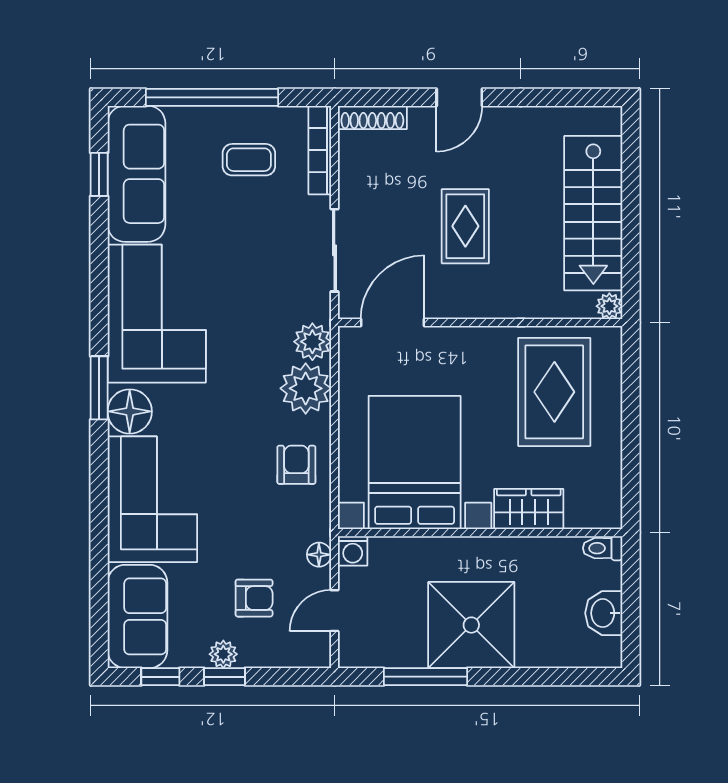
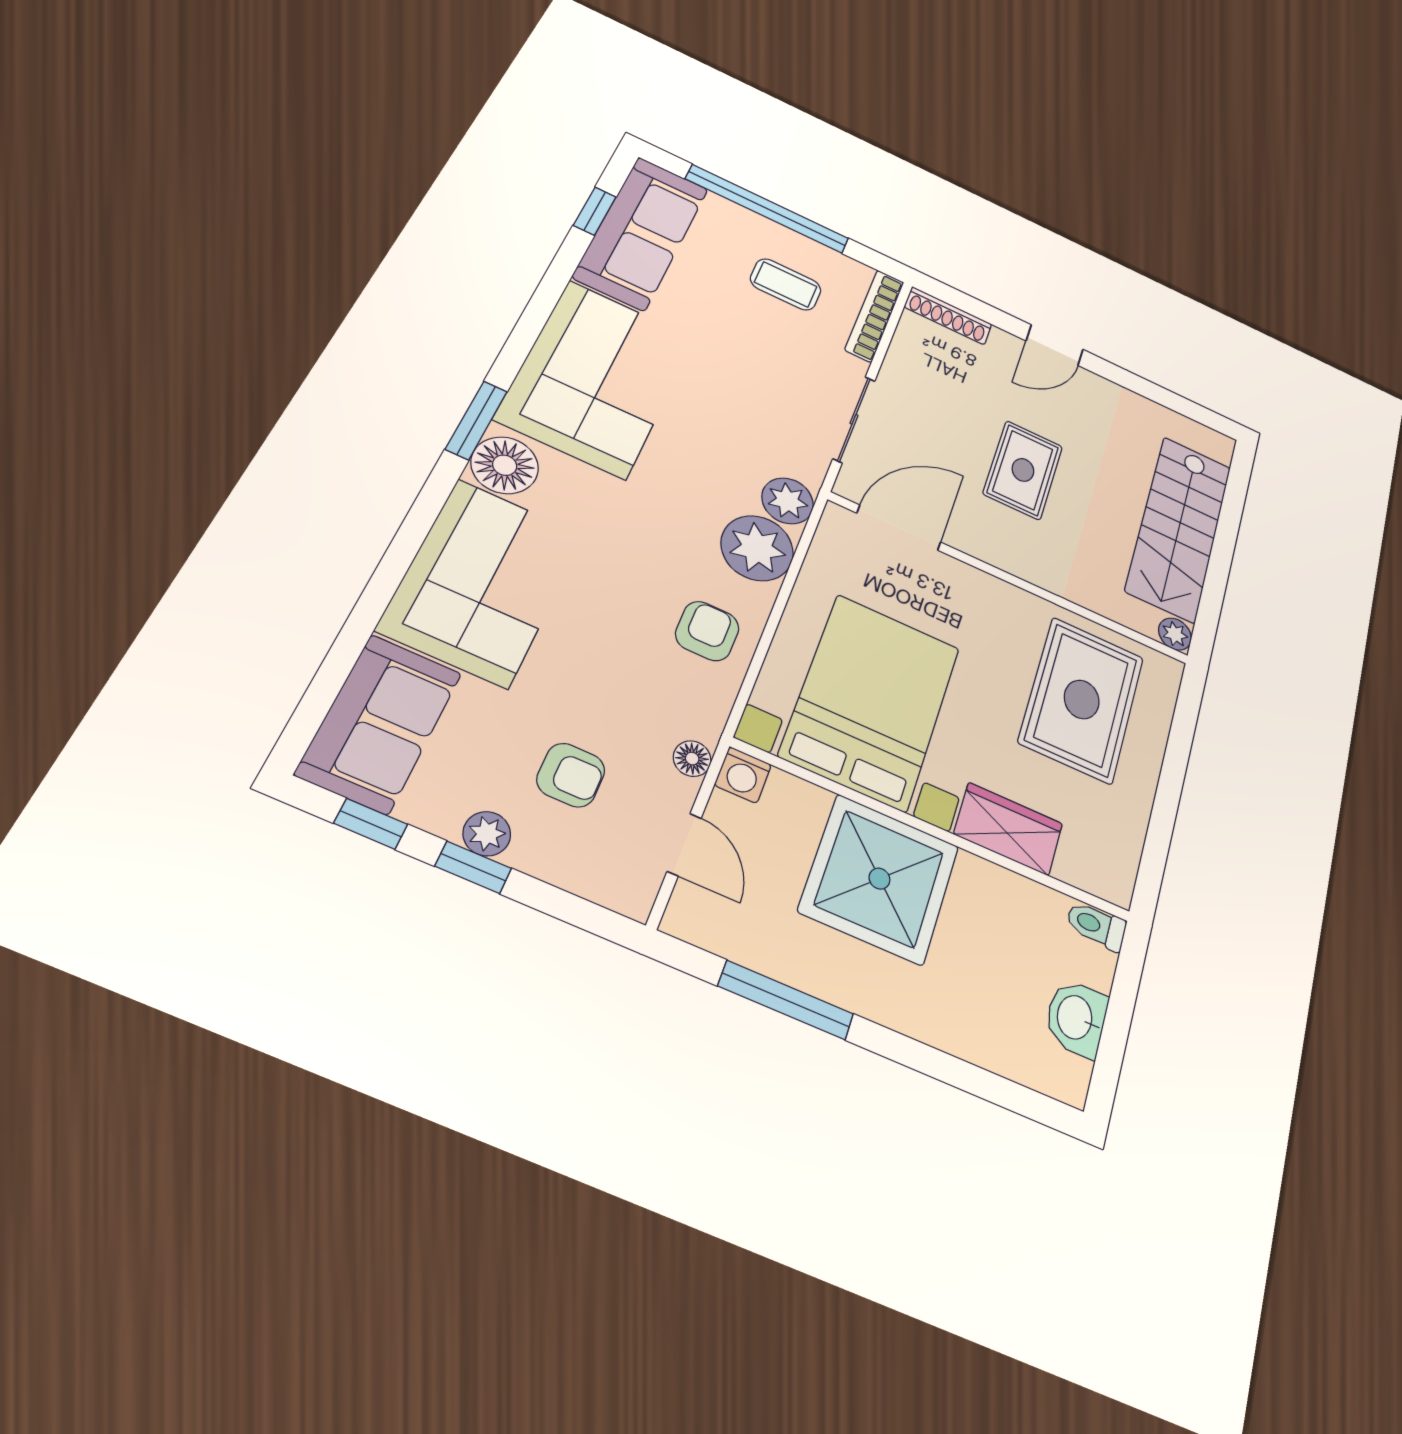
door: (334, 611) -> (684, 845), swing flipped
shower: (471, 625) -> (879, 879), moved

